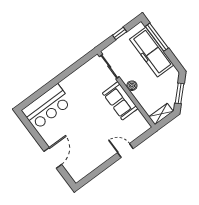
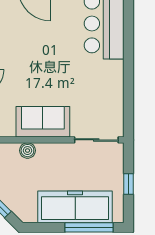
boiler: (132, 86) -> (27, 151), moved

